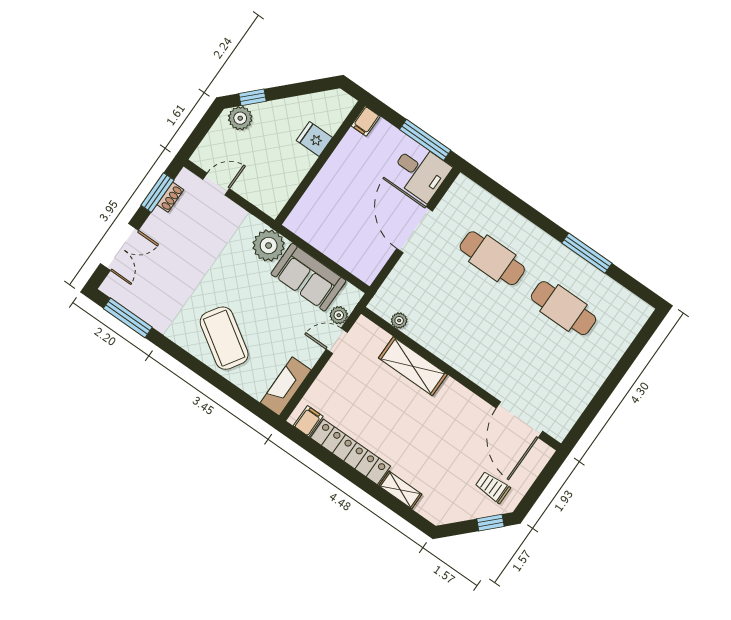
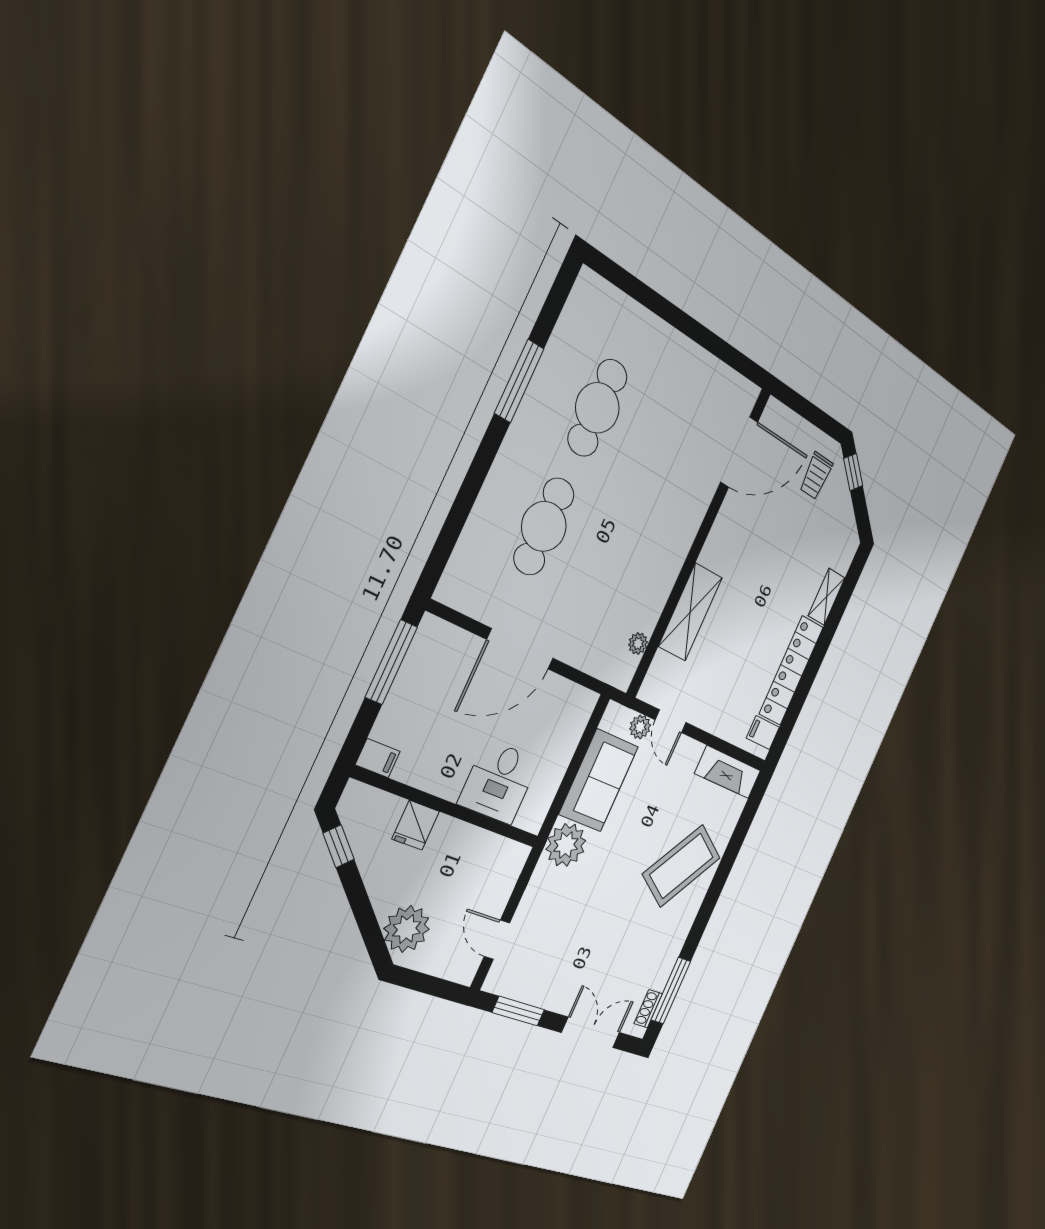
window: (252, 97) -> (339, 846), moved
plant: (240, 118) -> (407, 929), width x1.36, depth x1.36
desk: (420, 172) -> (499, 782), moved, turned 180
shoe rack: (170, 197) -> (648, 1009), moved, turned -90

